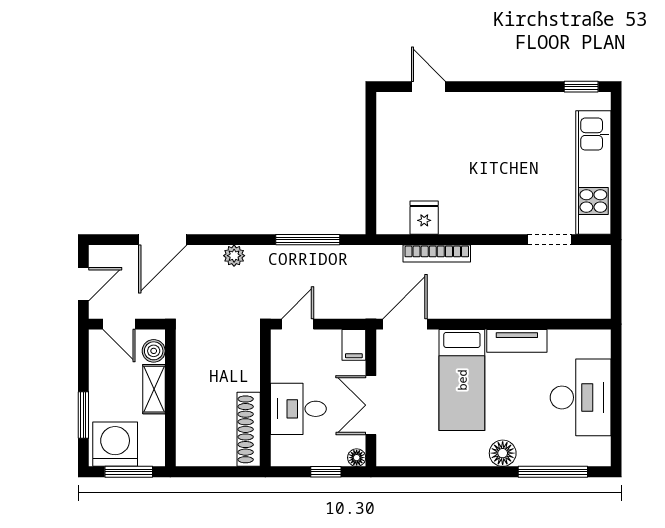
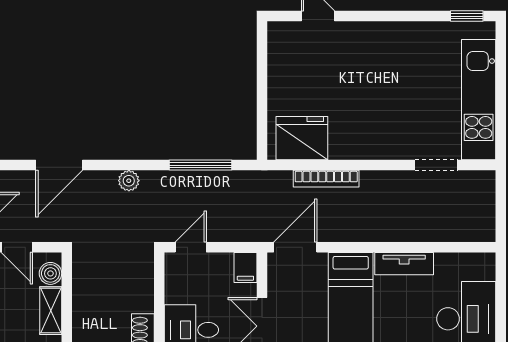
fridge: (424, 218) -> (302, 138), width x1.88, depth x1.34

